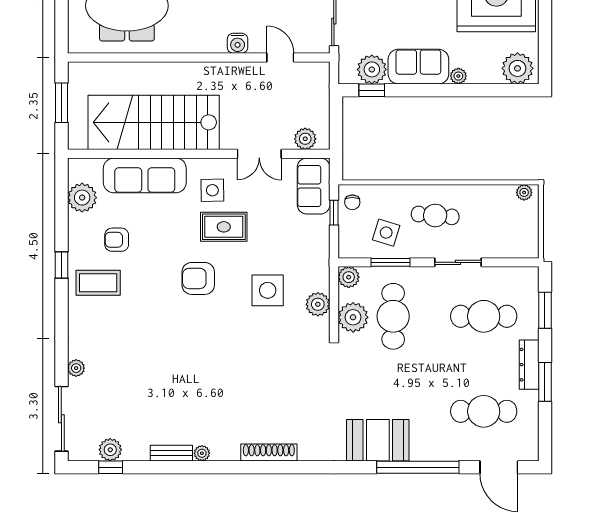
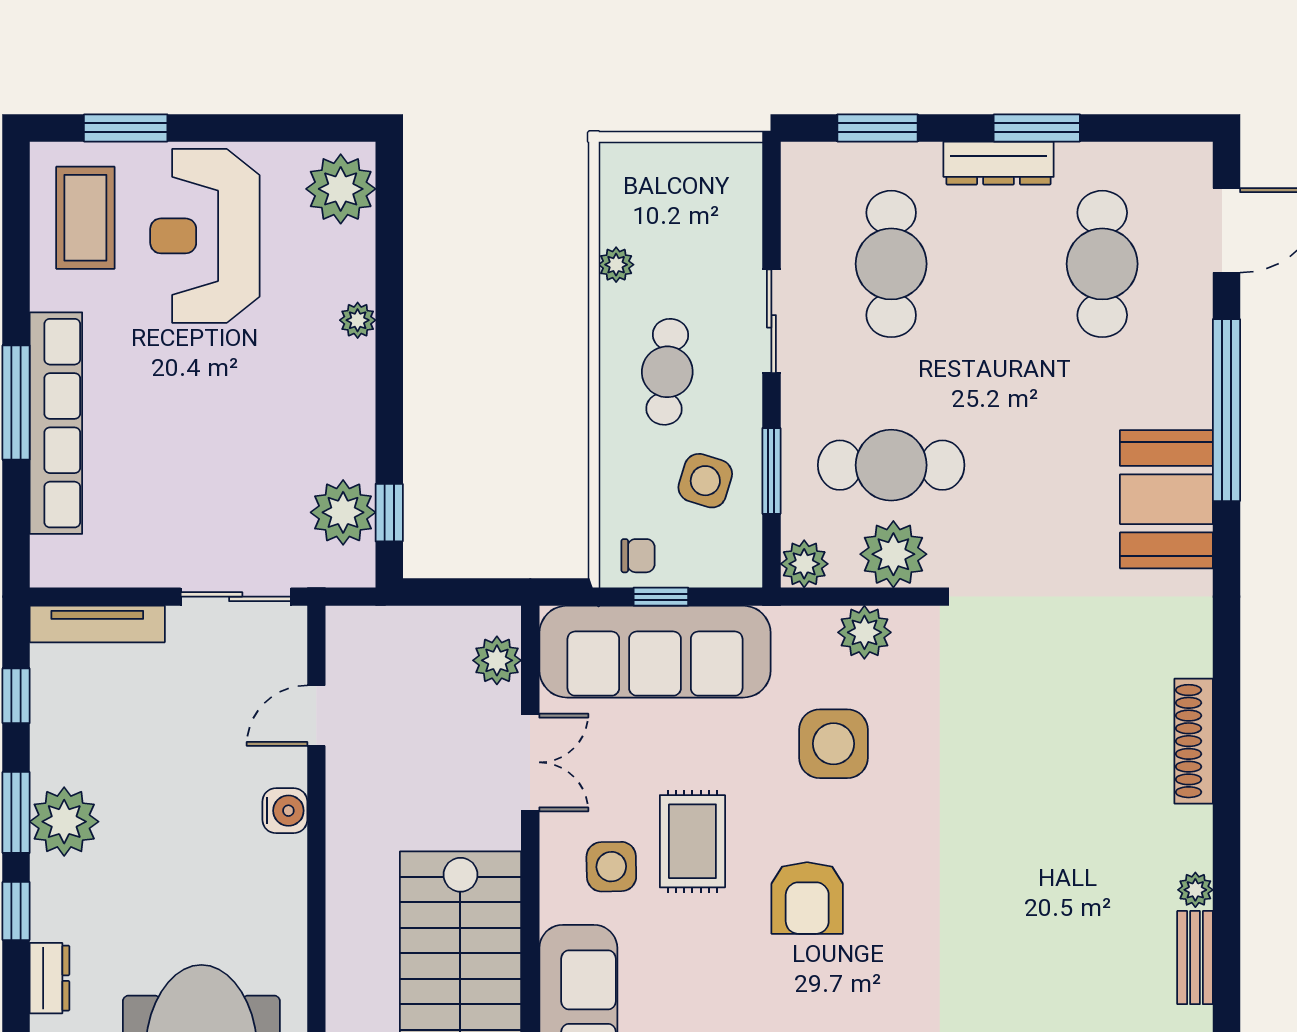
sofa: (418, 67) -> (337, 409), removed
sofa: (314, 186) -> (655, 652), width x1.85, depth x1.27
plant: (524, 192) -> (616, 265), moved

